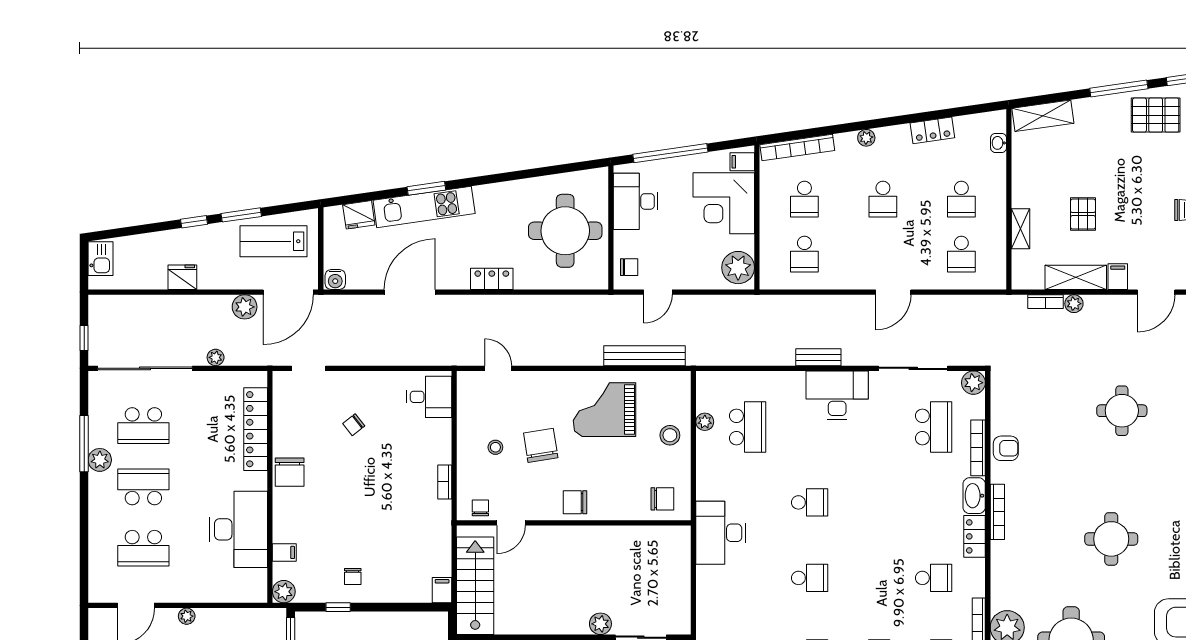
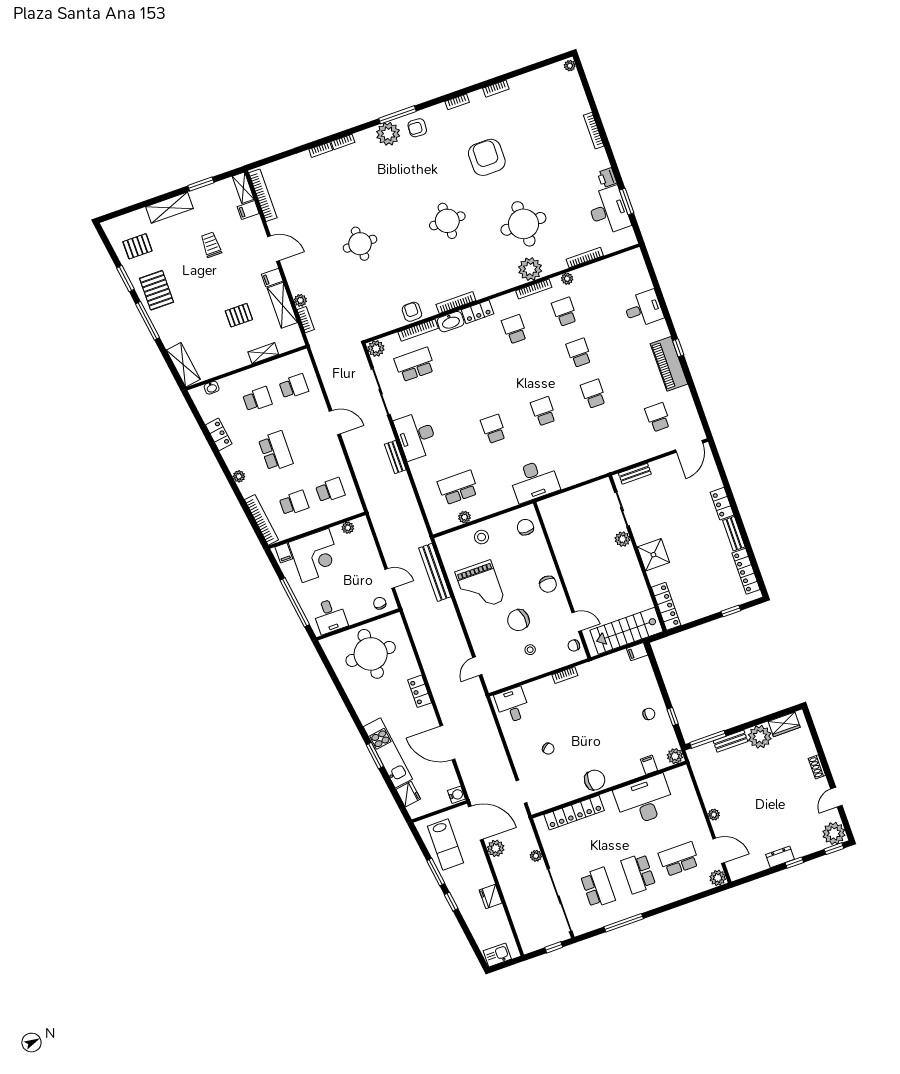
school desk: (883, 199) -> (276, 451), width x1.85
desk: (636, 201) -> (330, 616), width x0.73
plant: (738, 268) -> (348, 528), width x0.53, depth x0.53
plant: (100, 460) -> (718, 878), moved
school desk: (143, 548) -> (679, 859), turned -90

